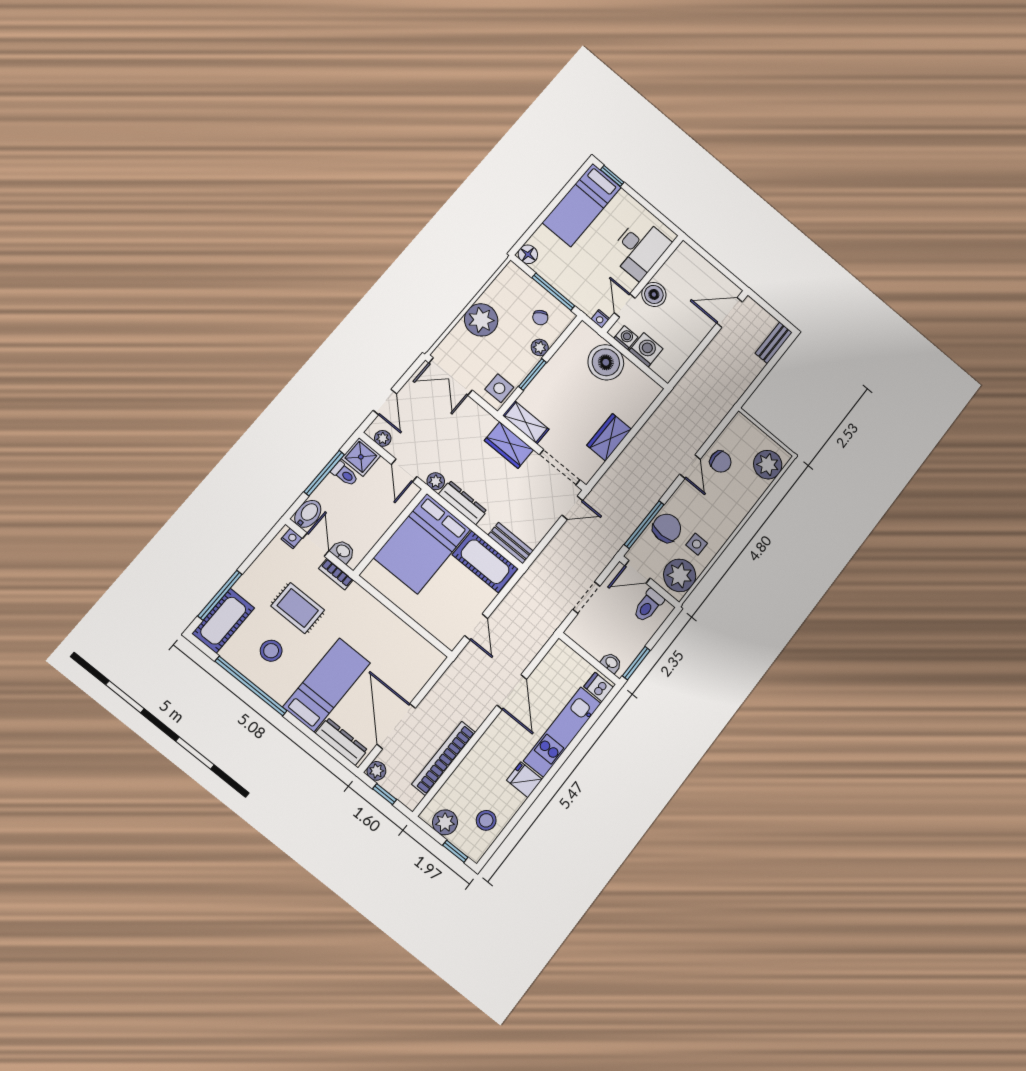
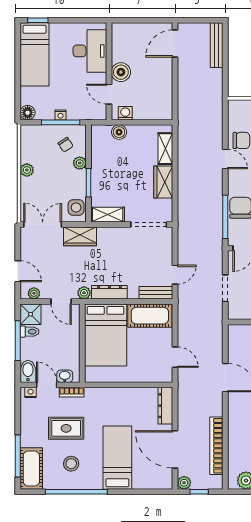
nightstand: (600, 319) -> (61, 115), moved
plant: (481, 320) -> (27, 170), width x0.53, depth x0.53
bench: (774, 343) -> (217, 45), width x1.36
washing machine: (646, 350) -> (143, 110), removed
boiler: (606, 362) -> (119, 132), width x0.54, depth x0.54
double door: (451, 377) -> (43, 225), swing flipped
shelving: (638, 406) -> (165, 149), added
wardrobe: (509, 445) -> (80, 236), moved
door: (572, 508) -> (175, 275), moved
dresser: (341, 742) -> (165, 406), moved, turned -90

